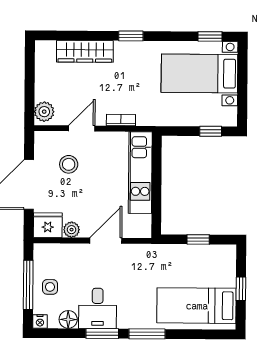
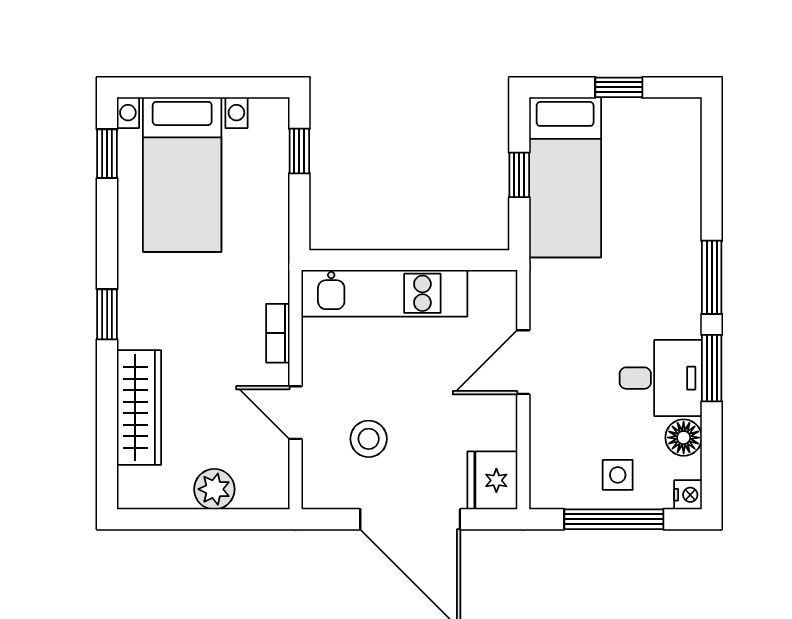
plant: (44, 112) -> (214, 489), moved
plant: (72, 230) -> (501, 432), removed
door: (106, 241) -> (523, 362), hinge flipped
bed: (197, 306) -> (565, 177), moved

